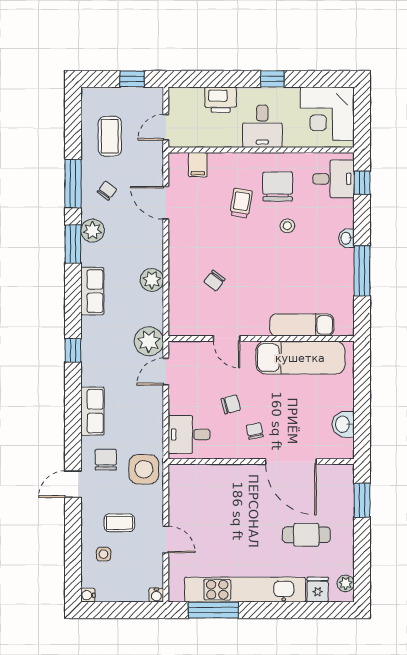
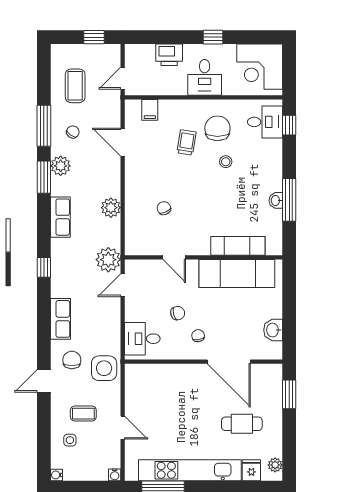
washbasin: (346, 238) -> (276, 200), moved
chair: (214, 281) -> (164, 208), turned 117

